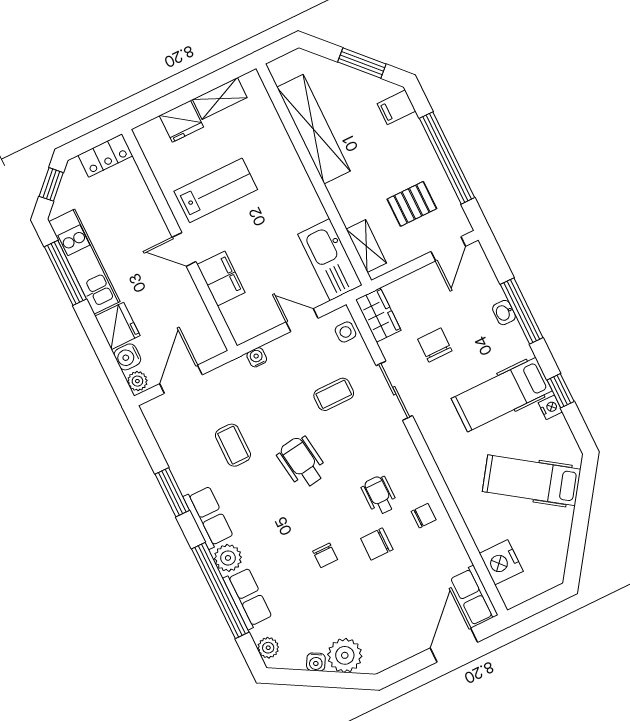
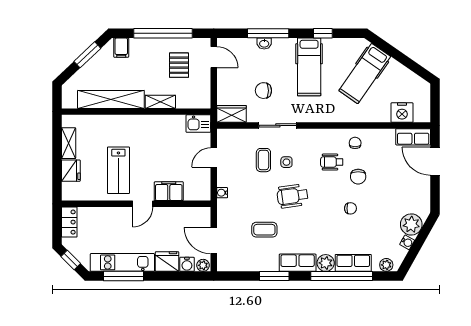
lab bench: (216, 190) -> (118, 170), turned 180
shelving: (366, 246) -> (160, 102), moved
kitchen sink: (330, 260) -> (198, 124), width x0.53, depth x0.81
side table: (346, 332) -> (286, 162), moved
nightstand: (550, 407) -> (329, 43), removed

